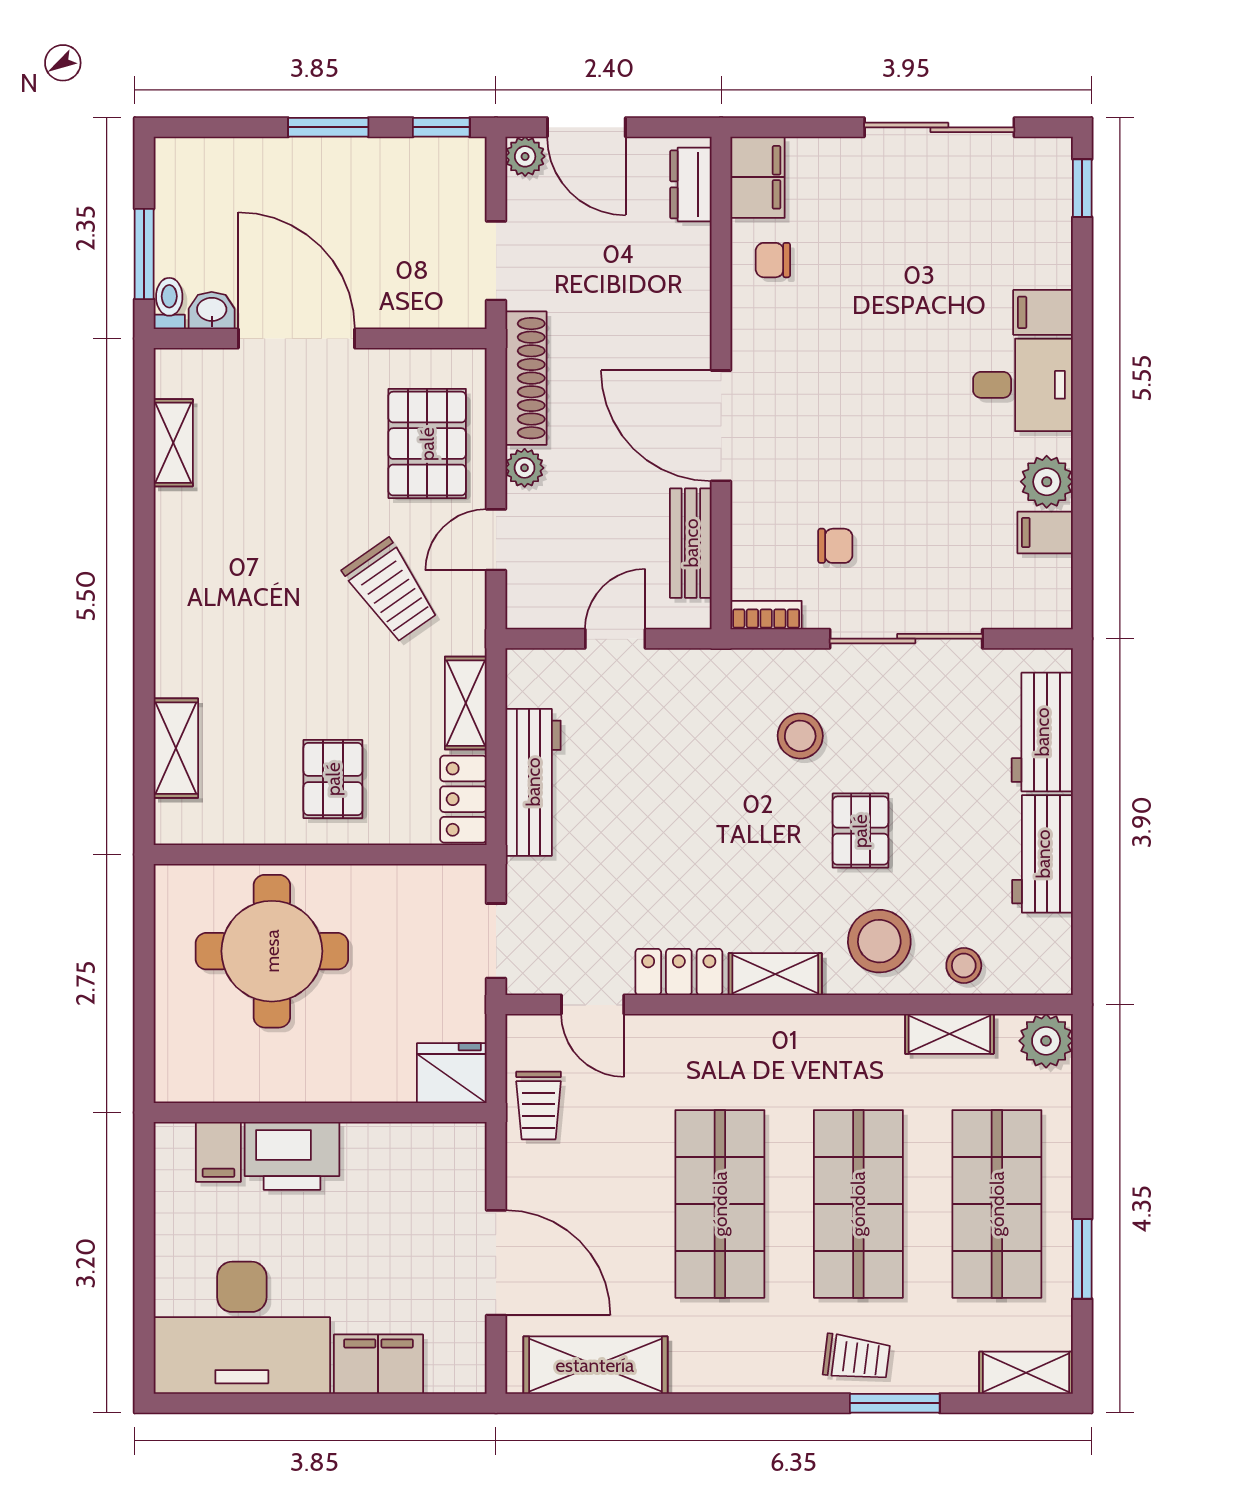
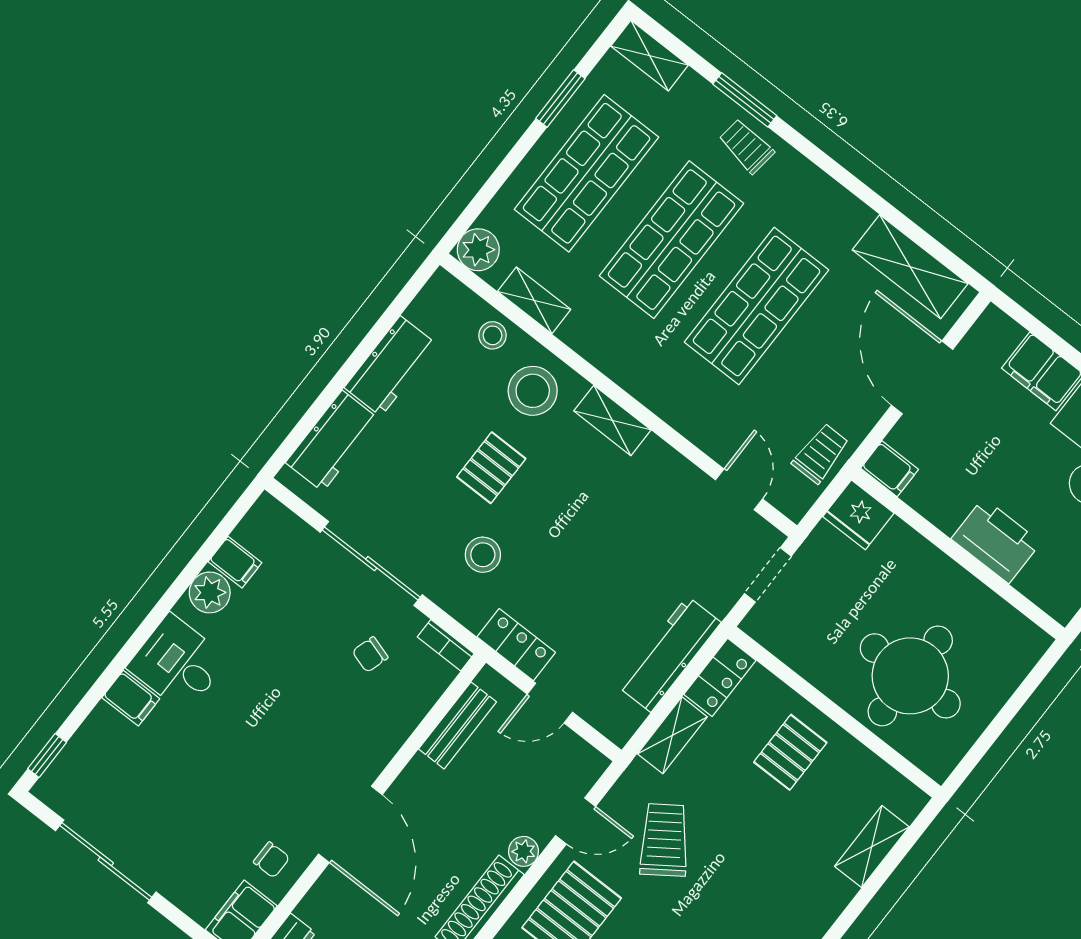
door: (721, 426) -> (350, 824), moved
chair: (835, 546) -> (370, 655), turned -73
locker: (679, 972) -> (516, 645), moved, turned 180
filing cabinet: (218, 1152) -> (889, 469), moved, turned 90

